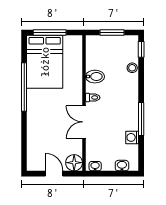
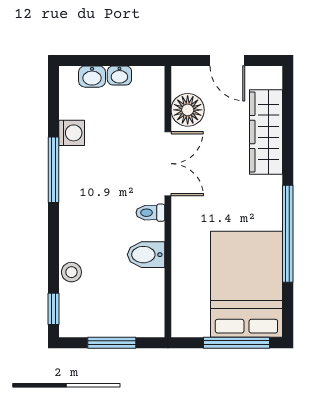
wardrobe: (35, 138) -> (266, 132), added
floor lamp: (74, 163) -> (188, 110), moved
washbasin: (95, 166) -> (119, 75), moved

